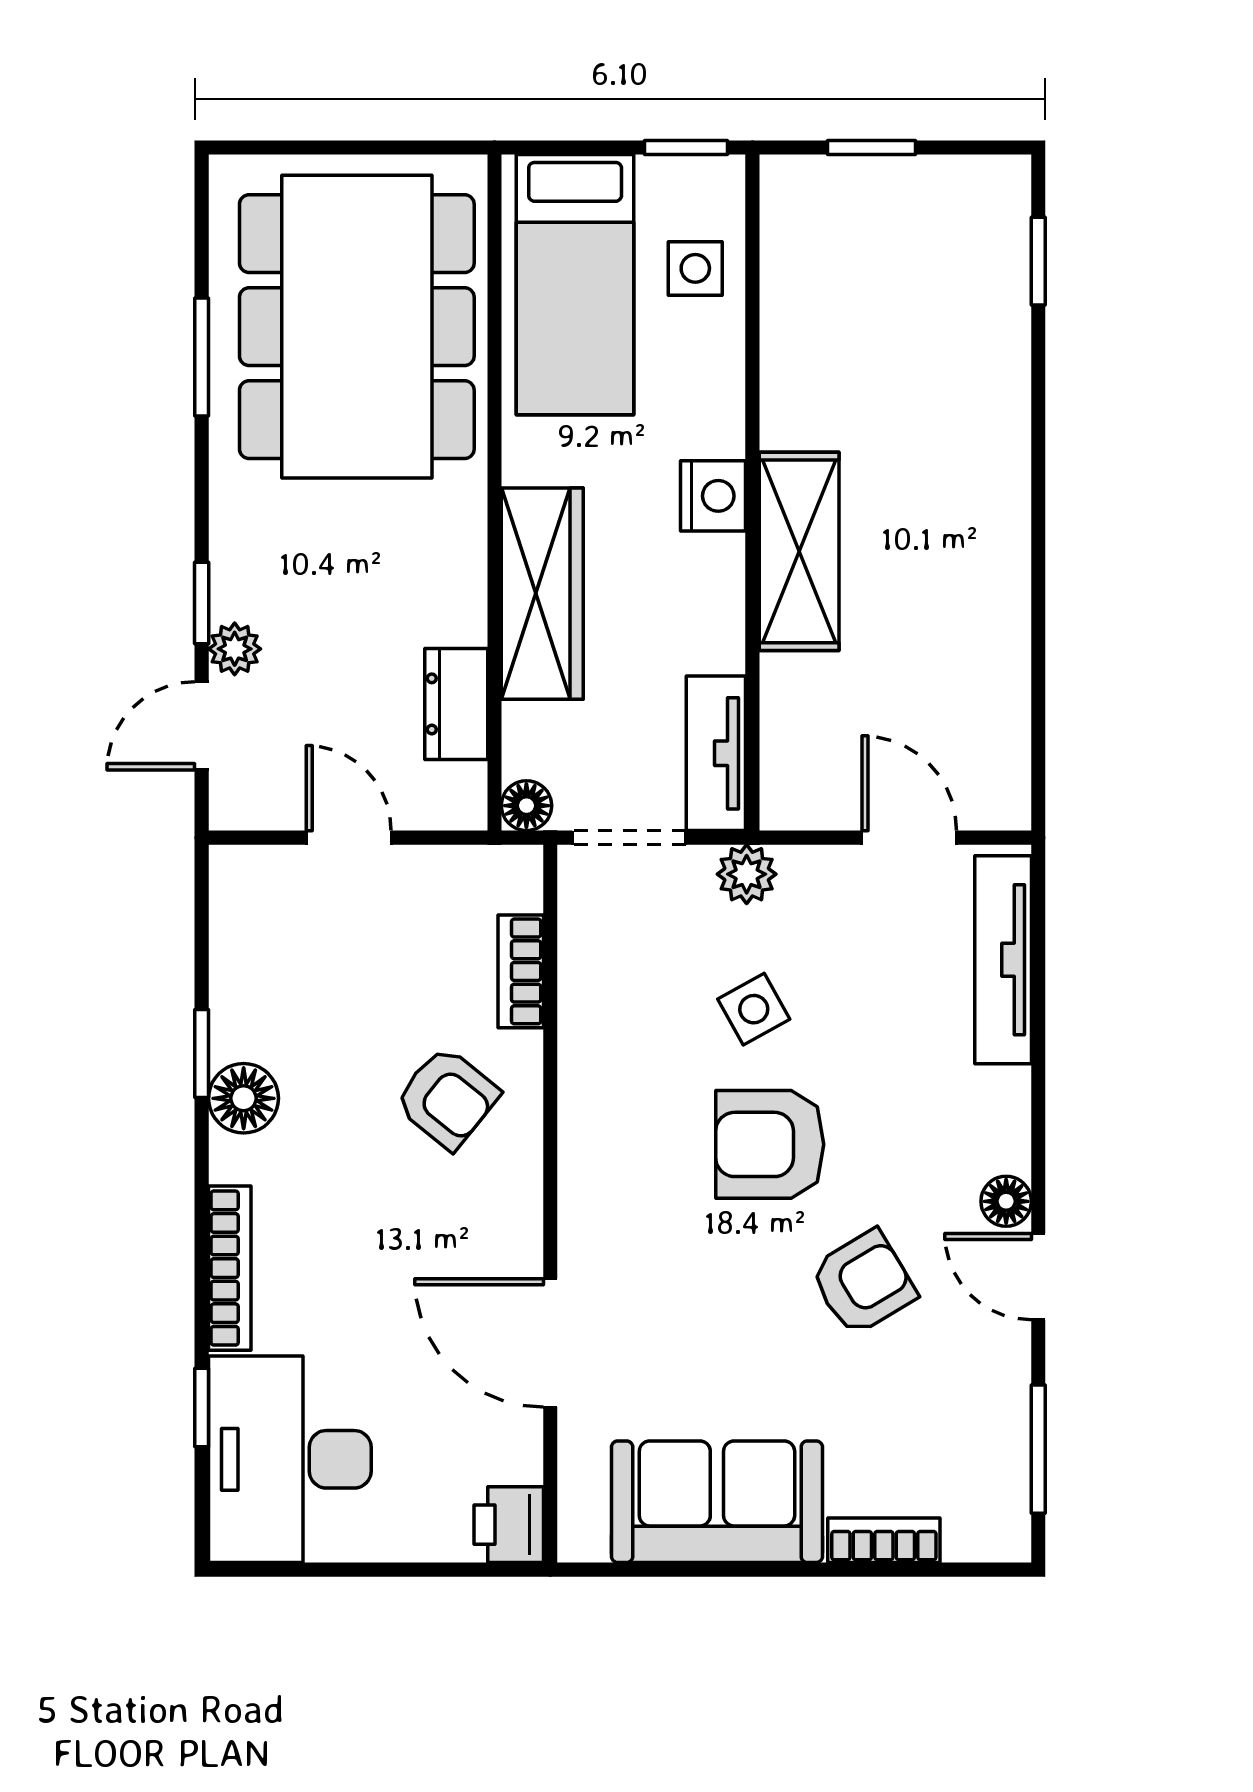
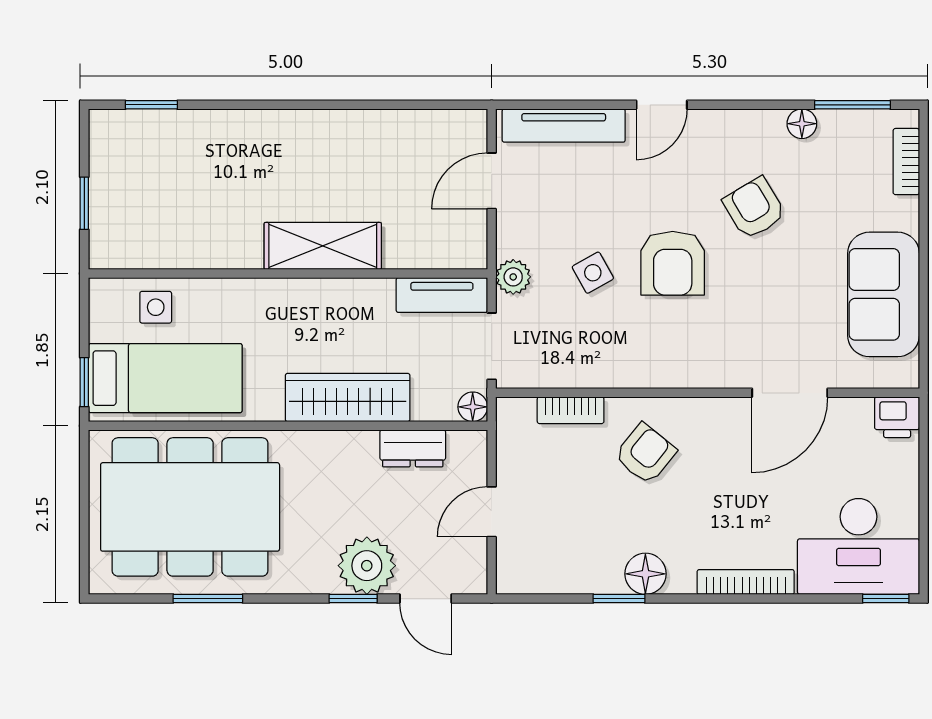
window: (686, 147) -> (84, 382), moved
nightstand: (713, 496) -> (290, 297), removed
plant: (235, 649) -> (367, 566), width x1.87, depth x1.87
floor lamp: (1006, 1201) -> (802, 124), moved
door: (1038, 1277) -> (662, 105), moved
window: (202, 1408) -> (886, 599), moved
bookcase: (884, 1540) -> (906, 162), moved

